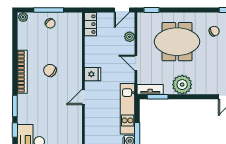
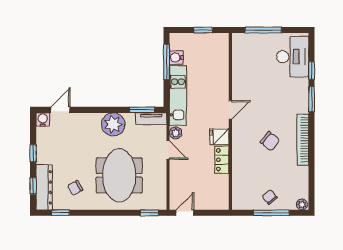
locker: (90, 24) -> (222, 160), moved
plant: (130, 37) -> (176, 133), moved
meeting table: (177, 42) -> (119, 175), turned 90

